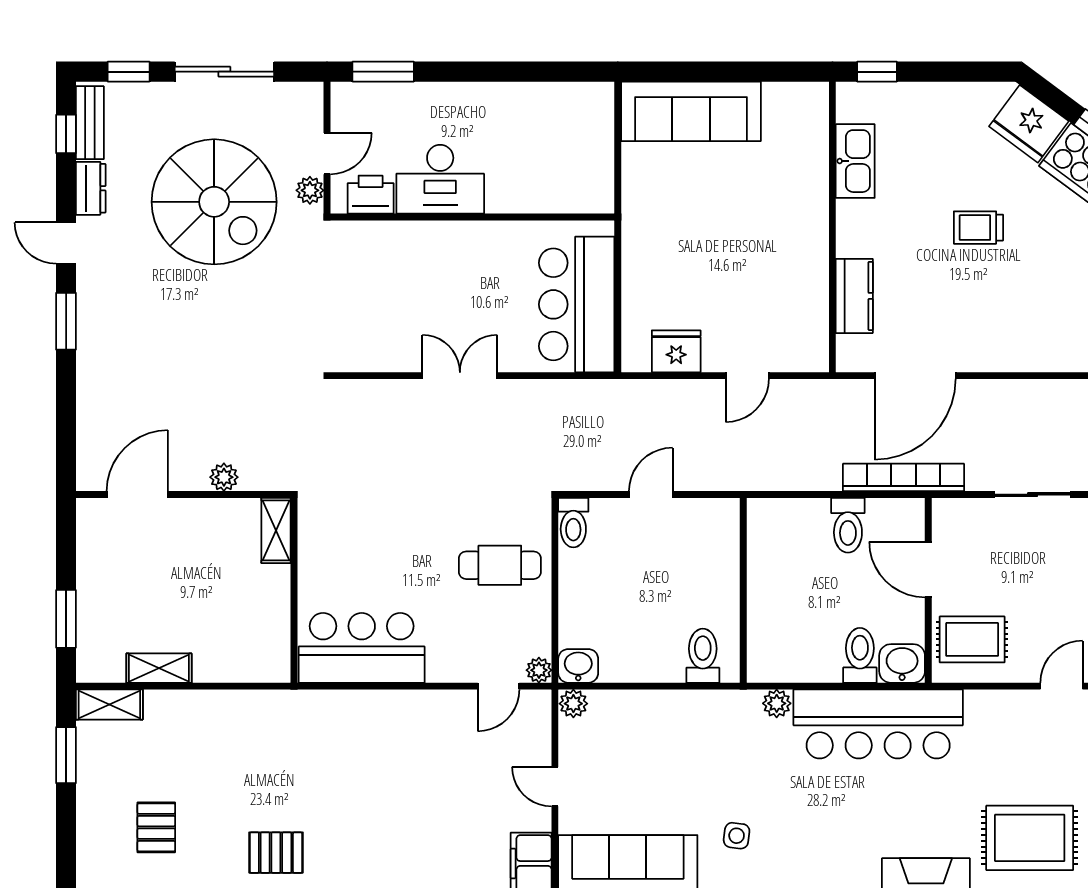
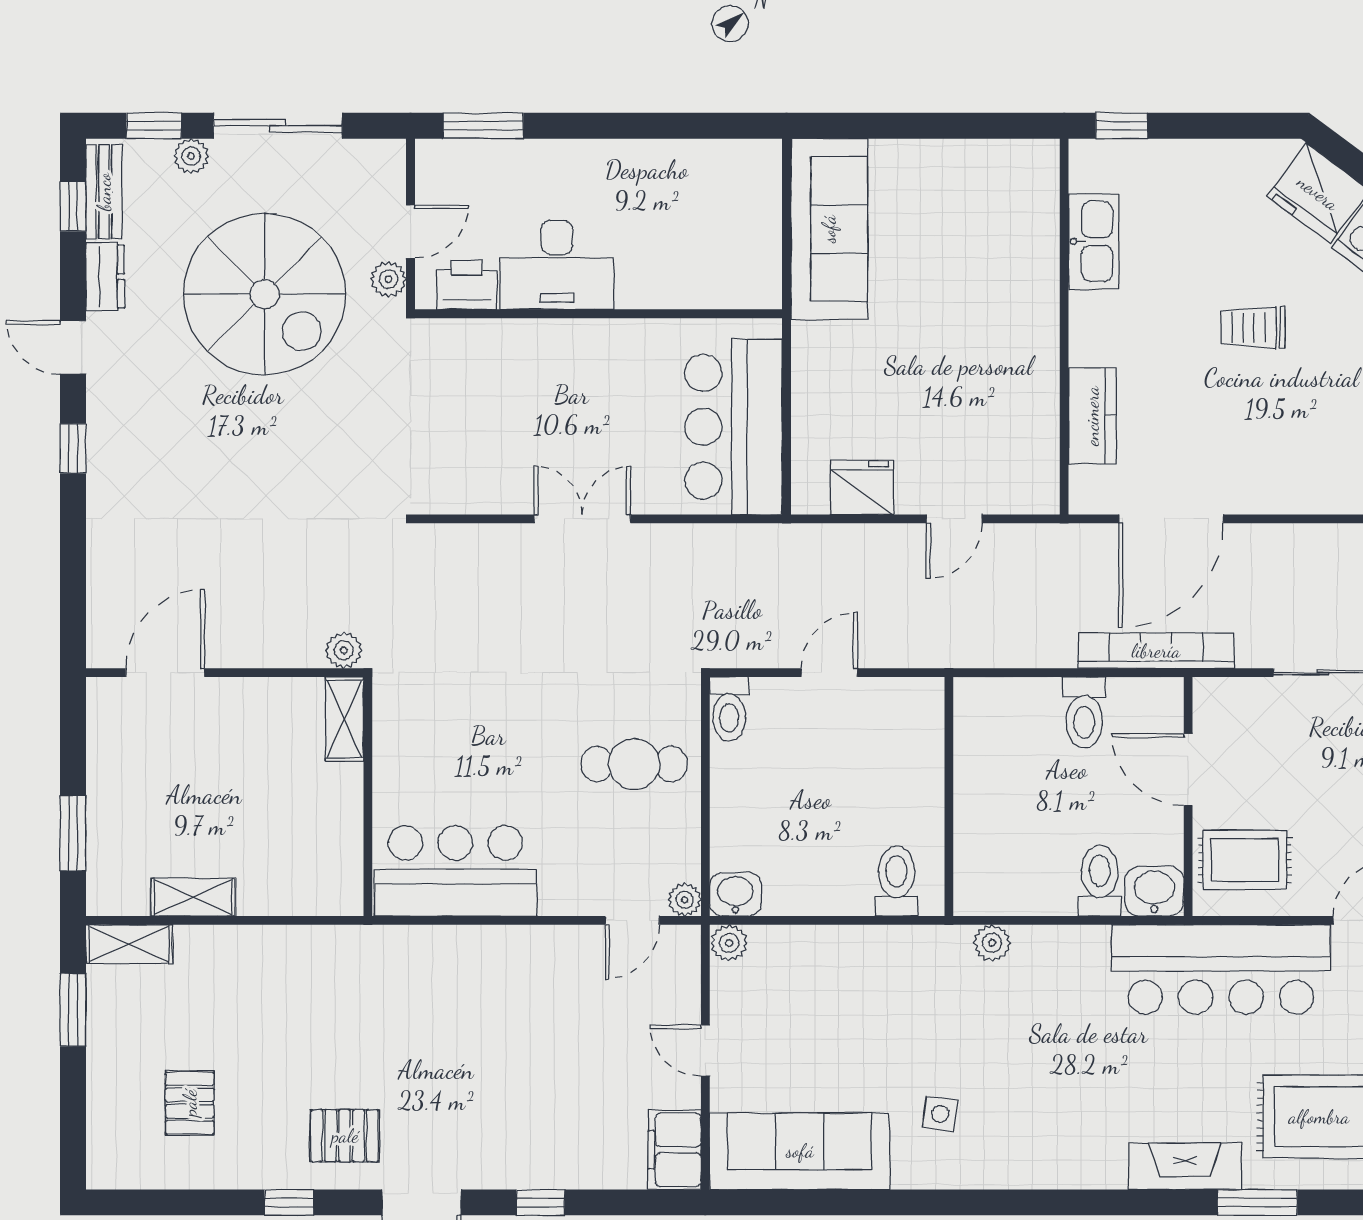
plant: (157, 95) -> (191, 156), added
sofa: (691, 111) -> (829, 229), moved, turned -90
window: (66, 321) -> (73, 449), width x0.67
plant: (224, 477) -> (344, 650), moved
bar counter: (878, 724) -> (1221, 969), moved

